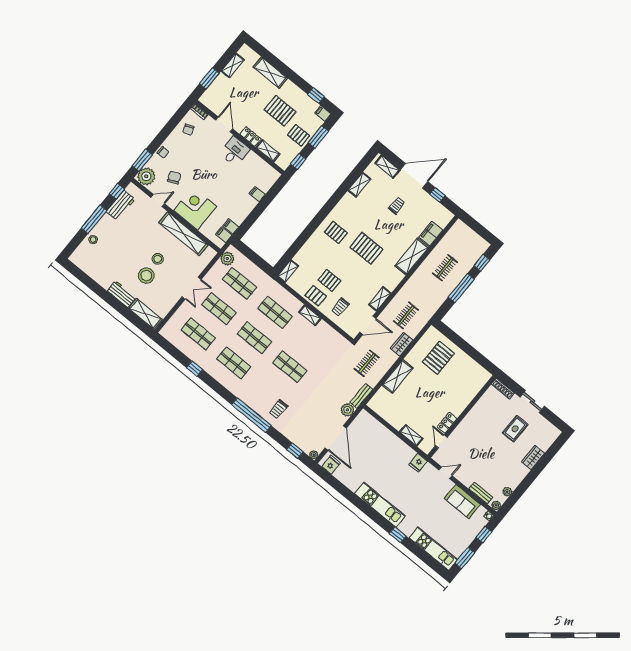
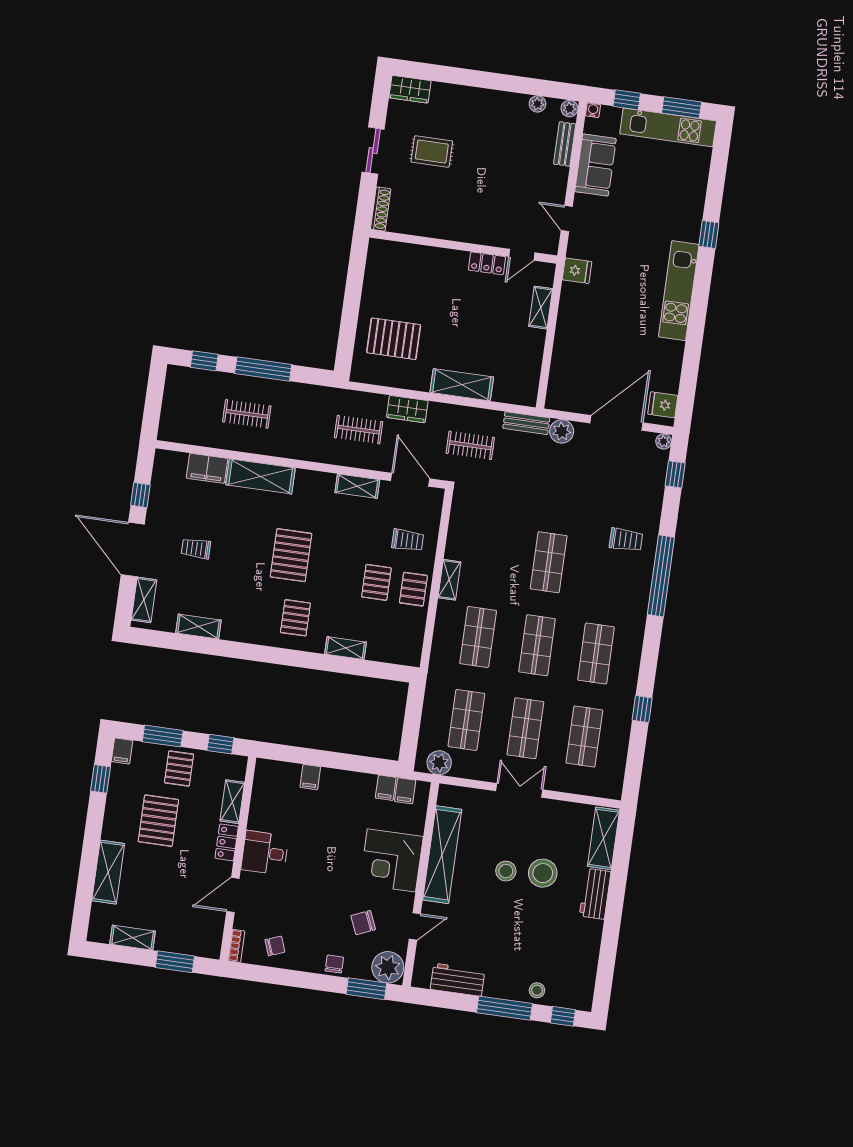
window: (117, 191) -> (563, 1016), moved
door: (158, 201) -> (415, 926), swing flipped
shelving: (288, 271) -> (346, 648), moved
wardrobe: (533, 457) -> (410, 89), moved
kitchen unit: (433, 549) -> (668, 127), moved, turned -90

